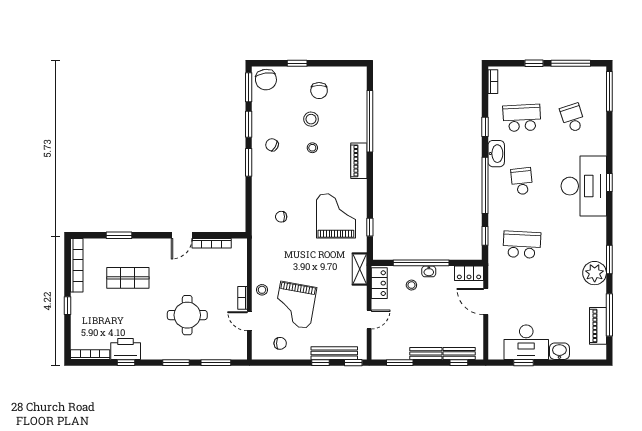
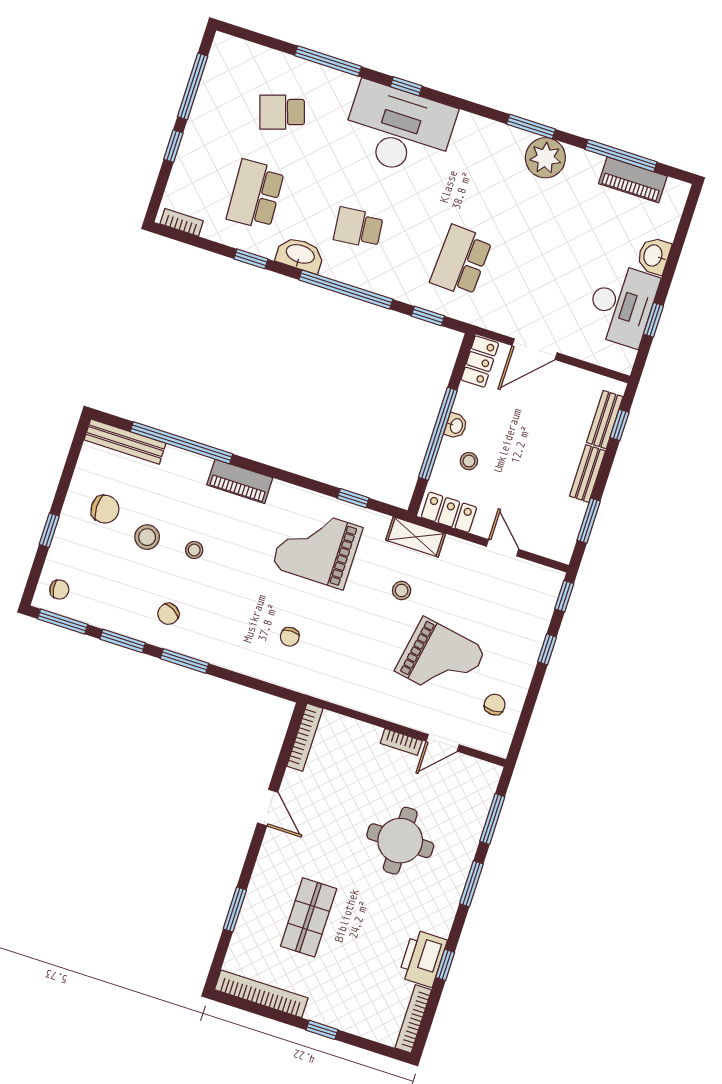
chair: (266, 80) -> (59, 590), width x0.54, depth x0.54
window: (609, 91) -> (328, 61), moved
bookcase: (212, 243) -> (305, 737), moved
stool: (262, 290) -> (402, 591), moved
bench: (334, 353) -> (125, 442), moved, turned 90

